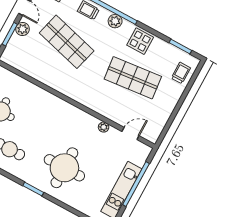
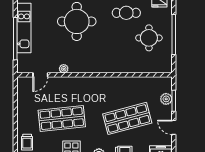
plant: (23, 29) -> (166, 99), moved
shop shelf: (67, 42) -> (127, 118), turned -30

